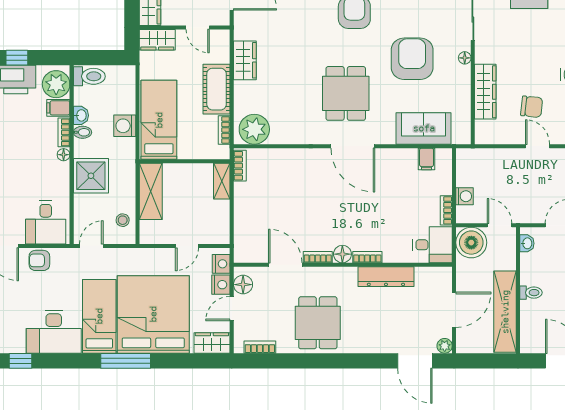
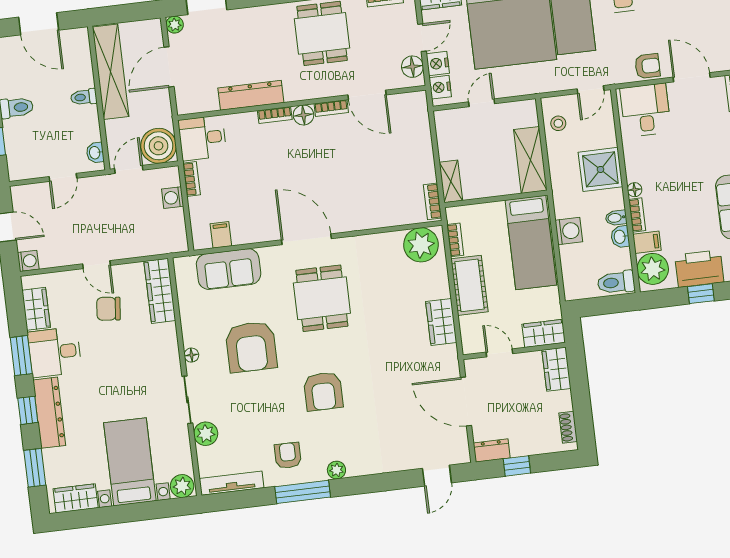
wardrobe: (485, 92) -> (160, 291), moved
door: (500, 225) -> (129, 169), swing flipped

